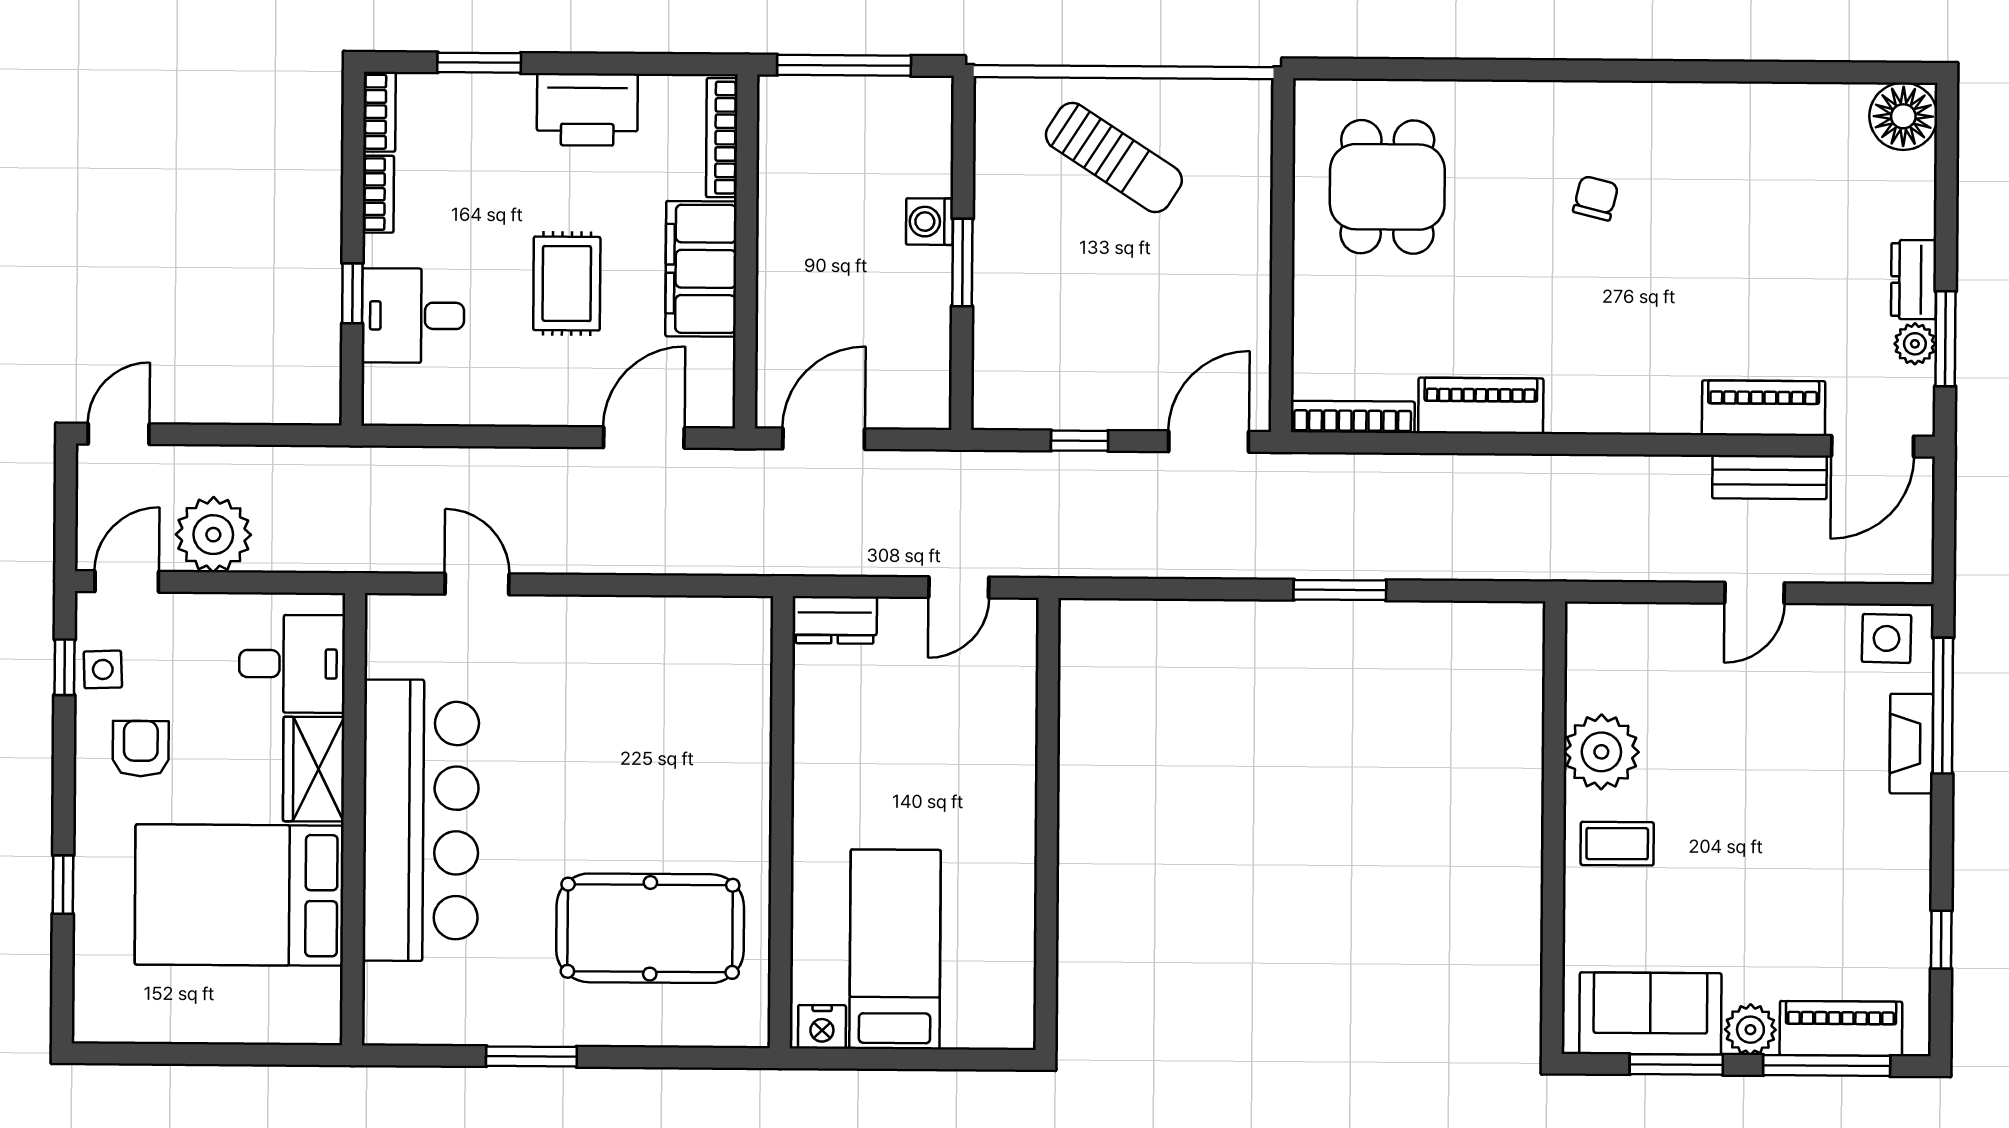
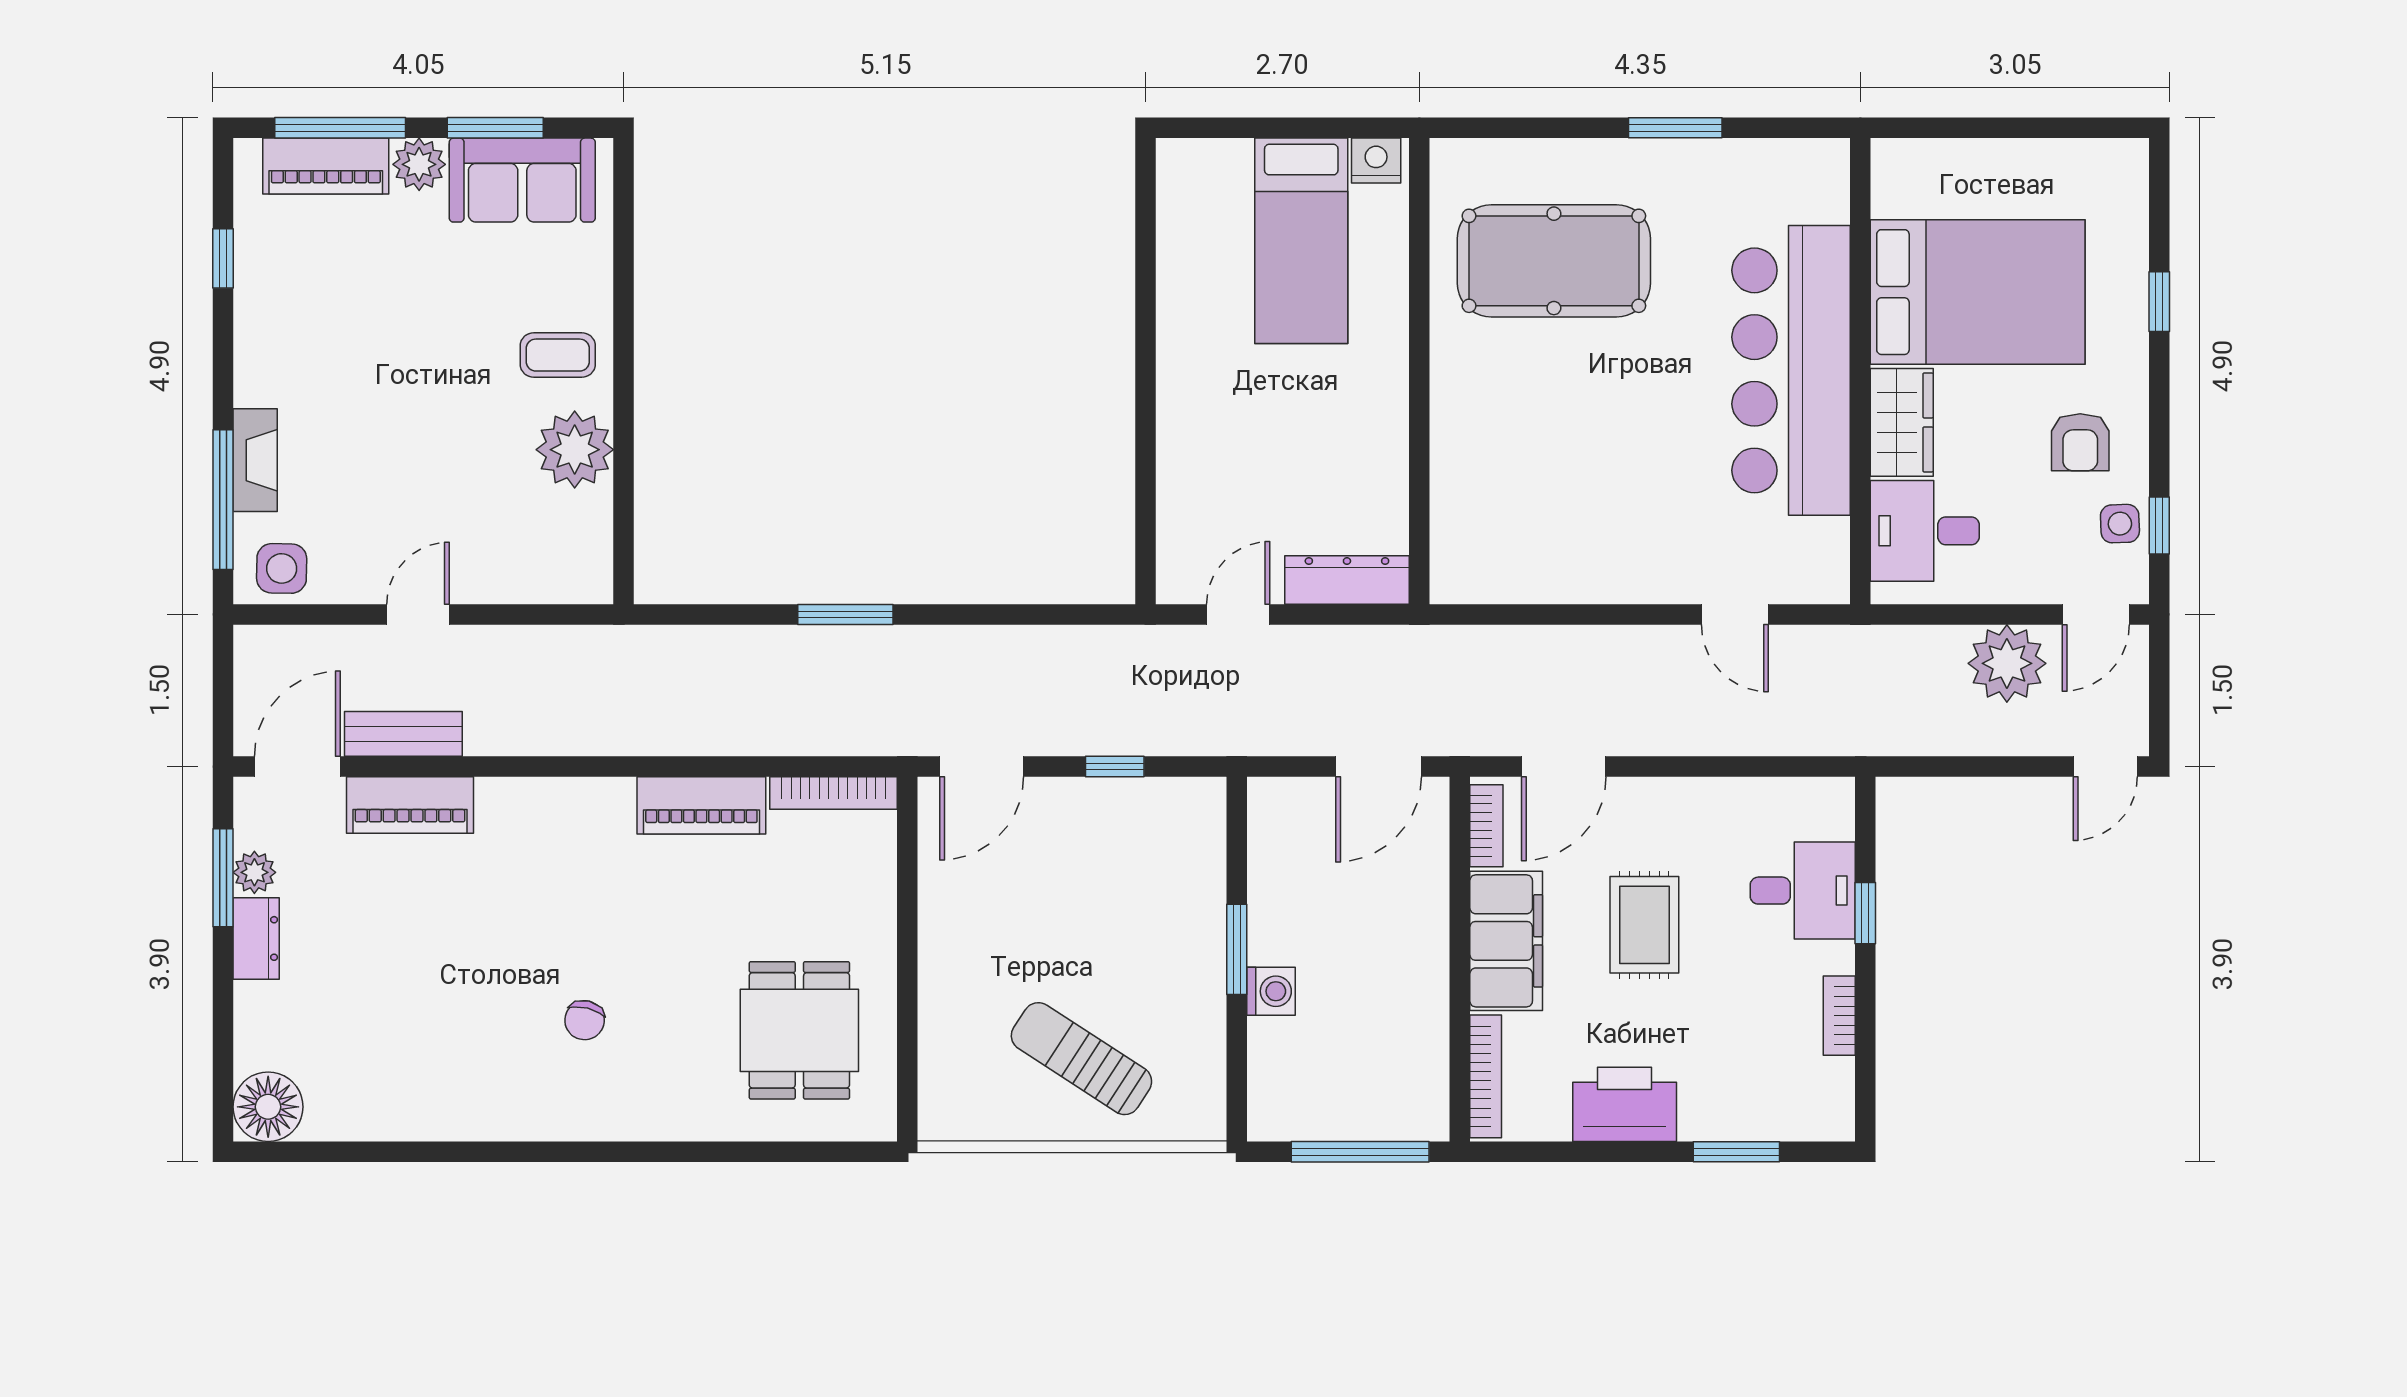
bookcase: (379, 112) -> (1486, 826), moved, turned 180
dresser: (835, 620) -> (1347, 580), width x1.44

